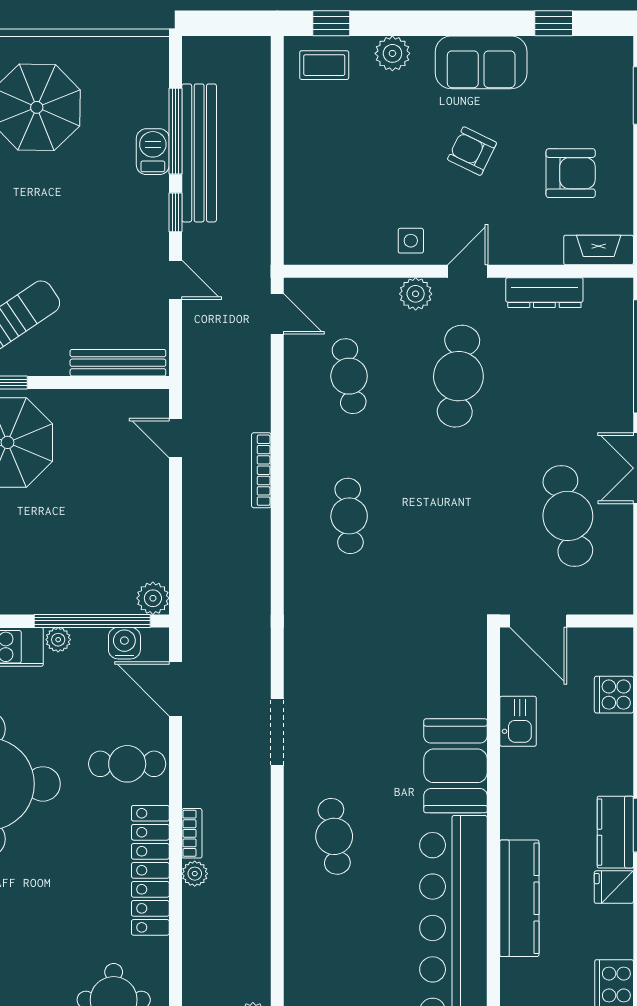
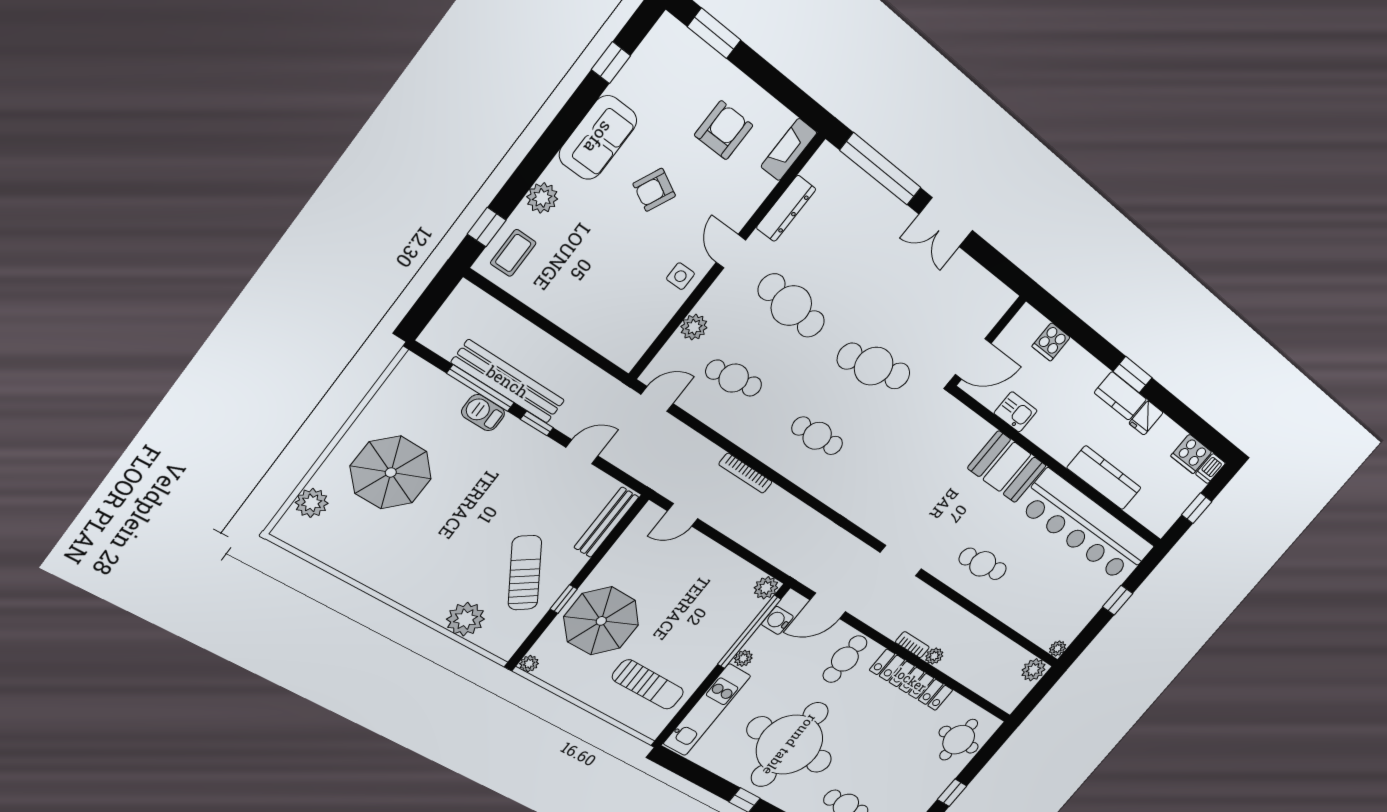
plant: (416, 294) -> (694, 327), moved
cafe table: (568, 516) -> (874, 366), moved

